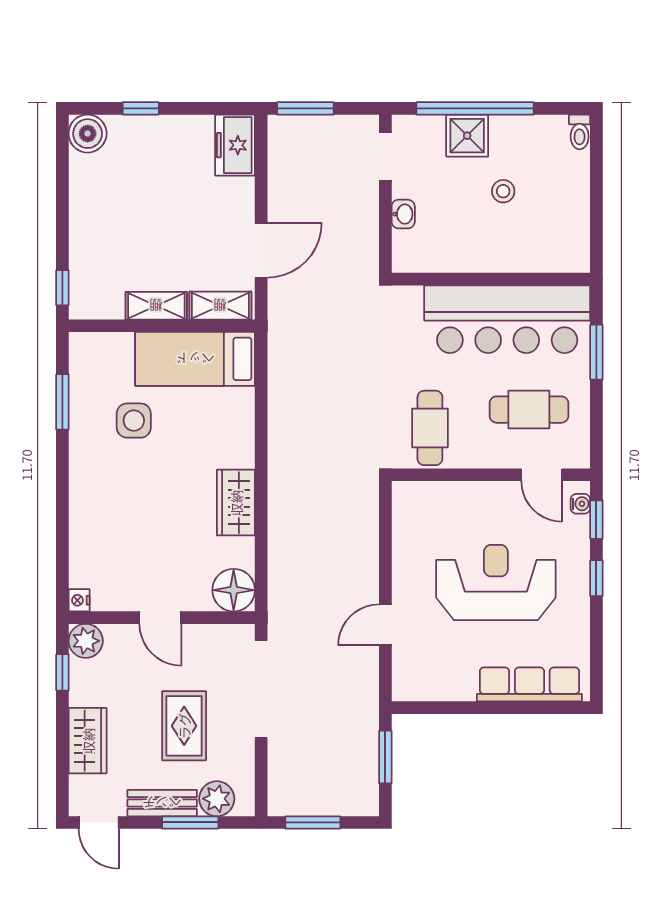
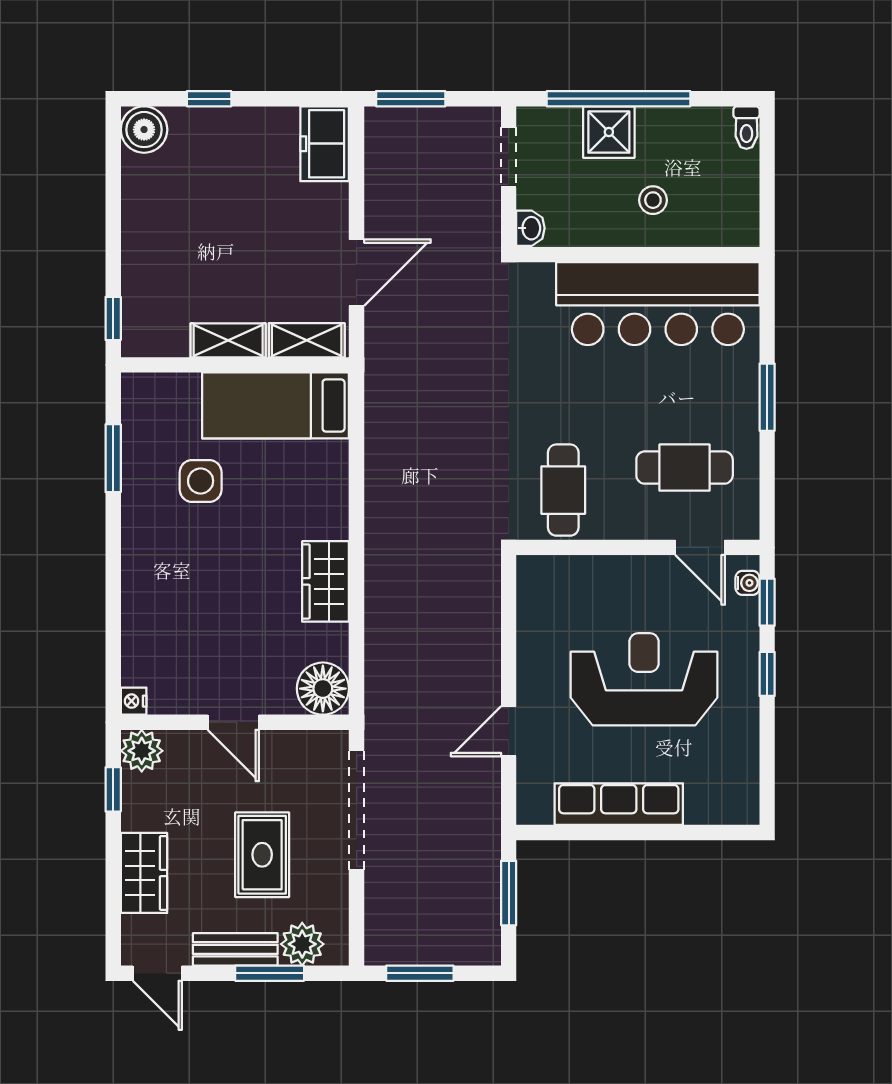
wall: (491, 279) -> (638, 255), moved
bar counter: (507, 319) -> (658, 304), moved
row of seats: (529, 684) -> (619, 804), moved

